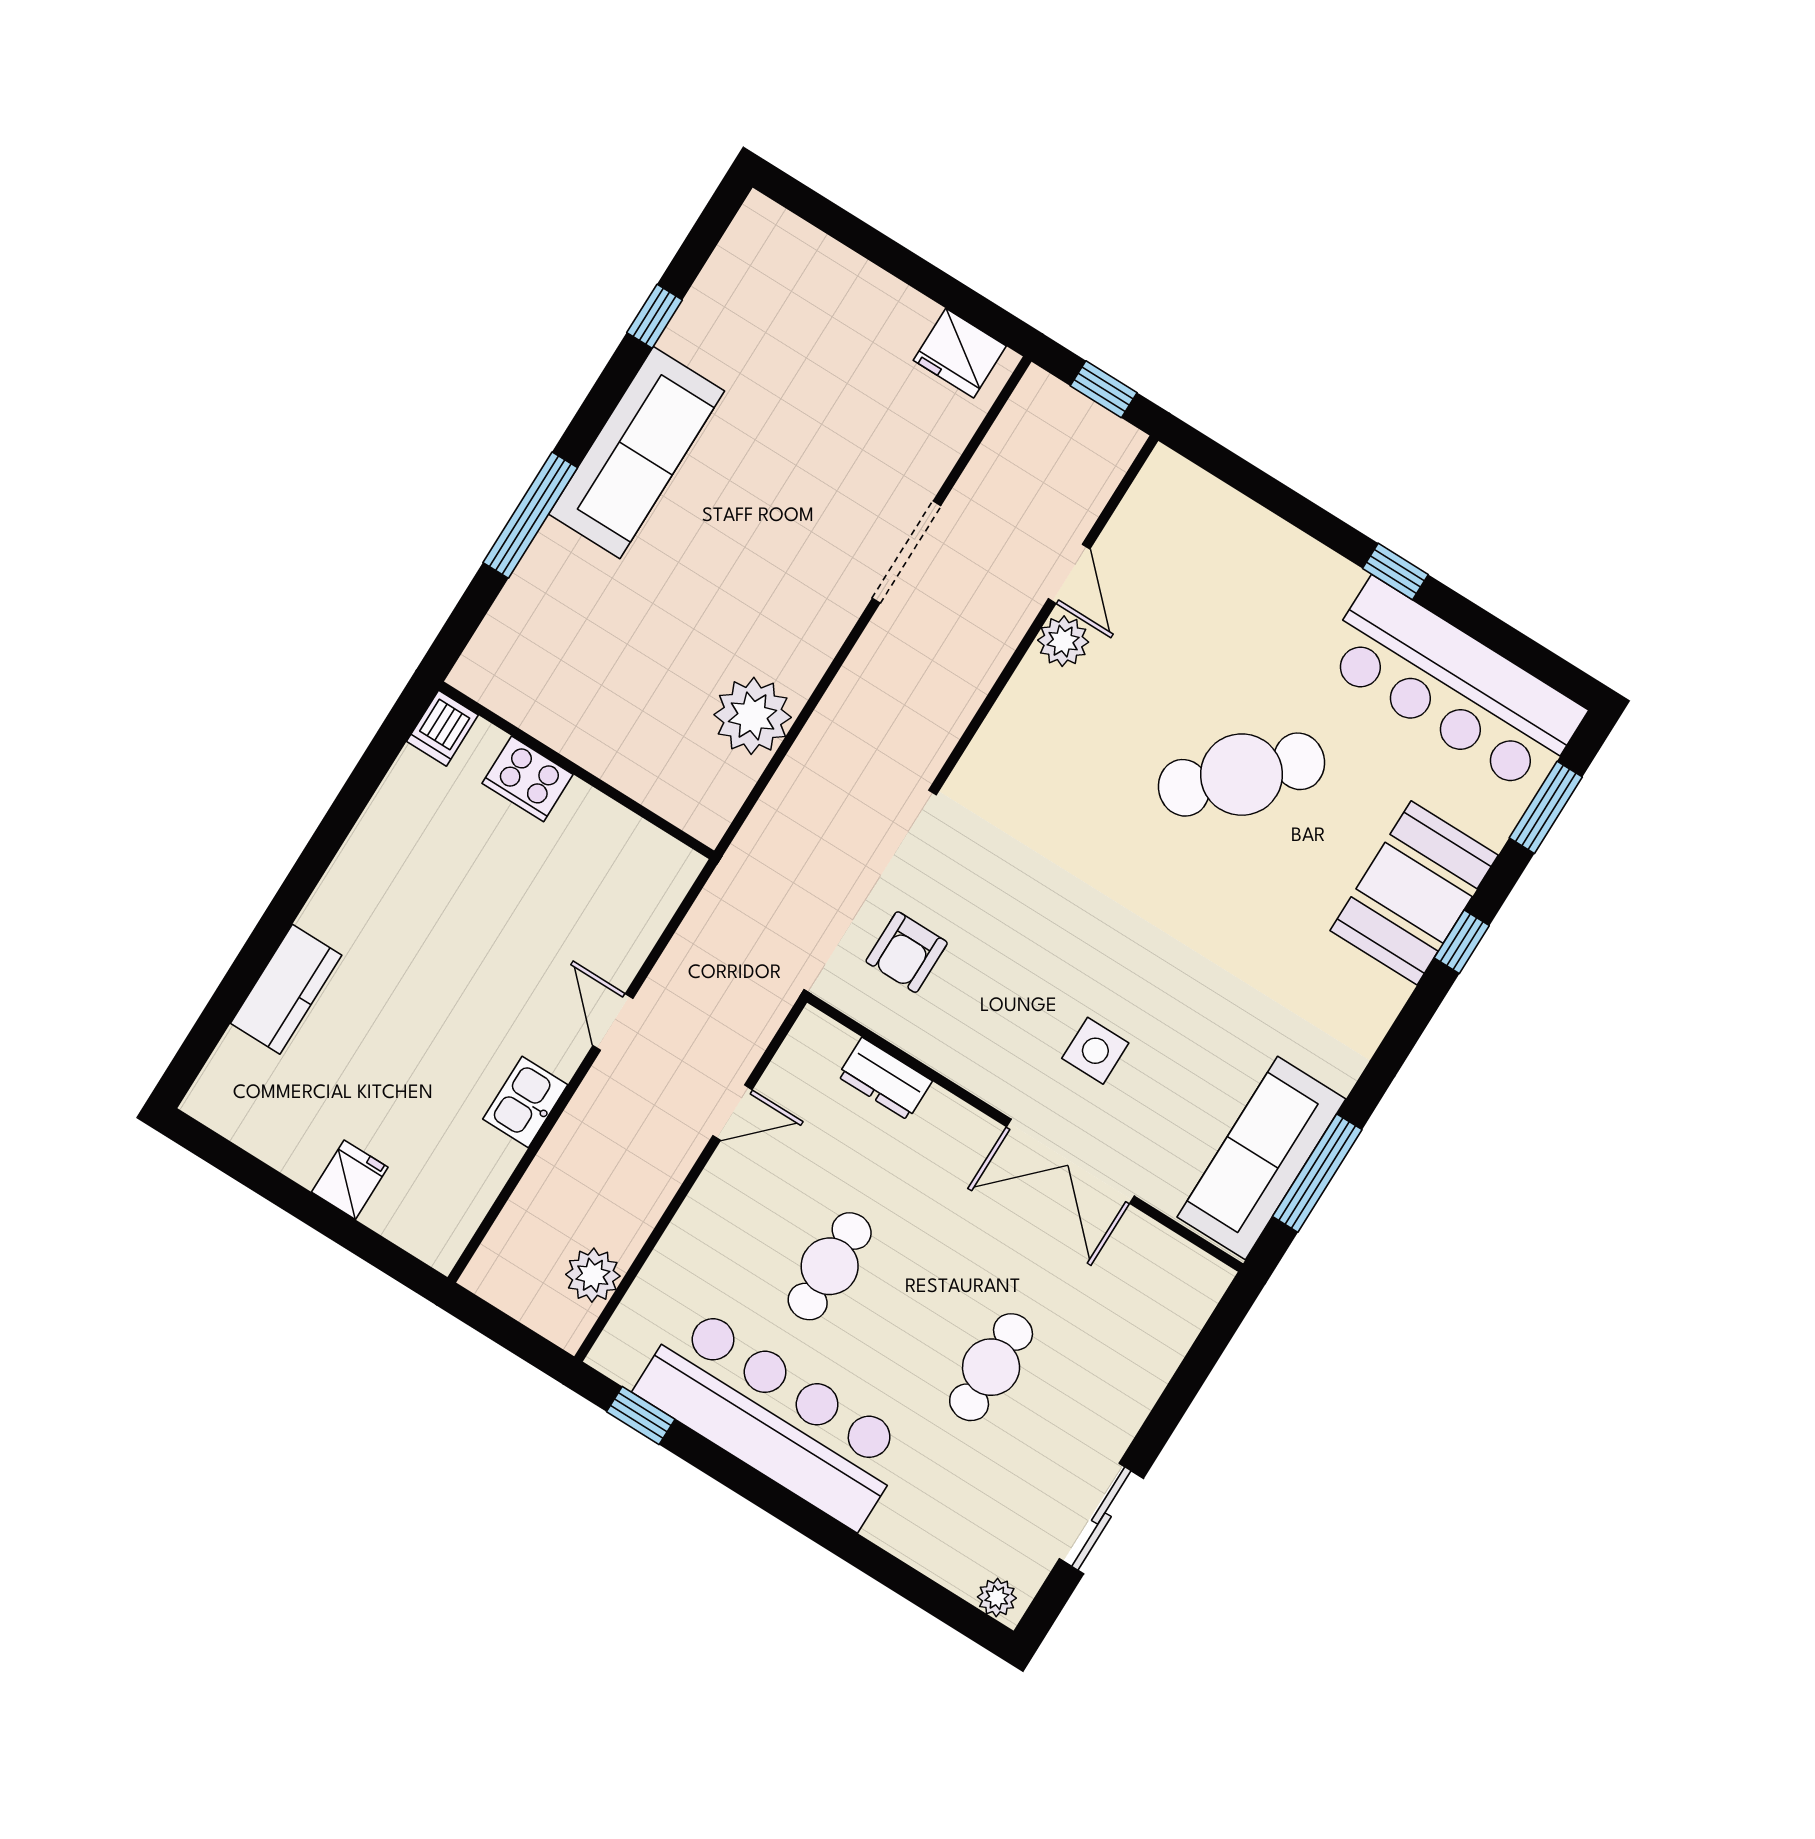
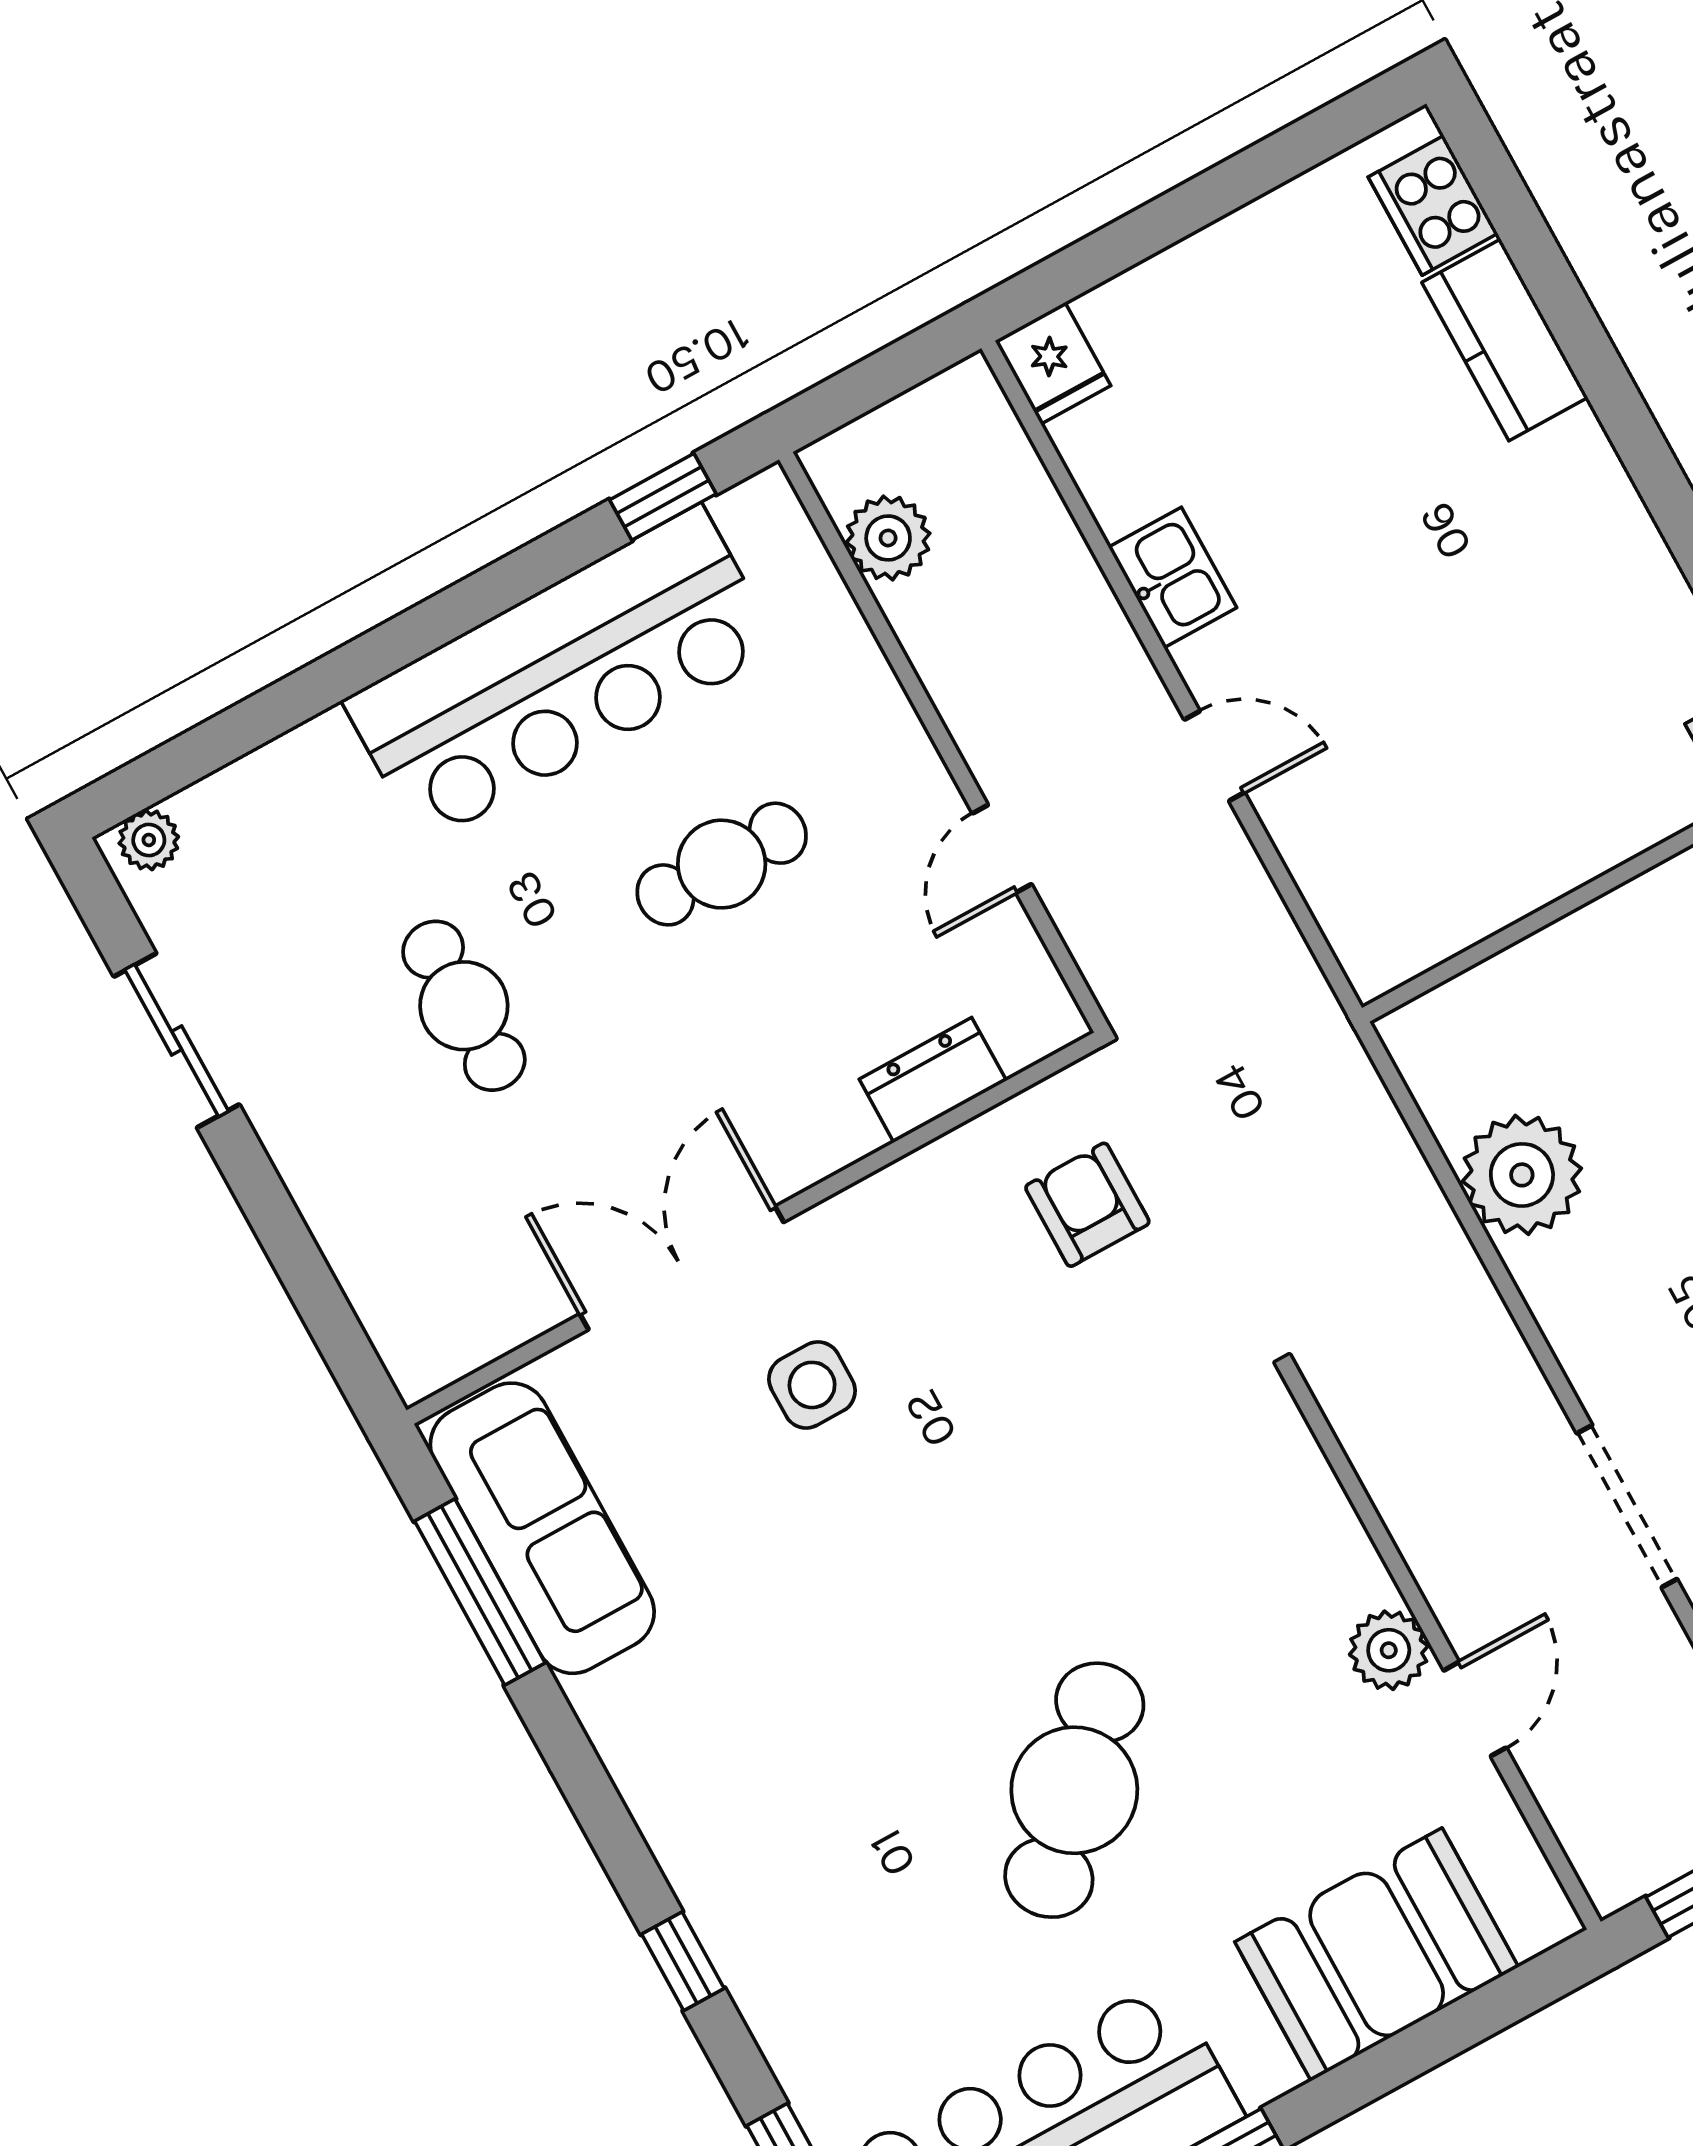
door: (1069, 574) -> (1475, 1709), swing flipped
cooker: (528, 779) -> (1433, 205), moved, turned -90
booth: (1414, 893) -> (1377, 1954), moved, turned 90
fridge: (350, 1180) -> (1053, 363), moved
cafe table: (830, 1266) -> (722, 864), turned 90

